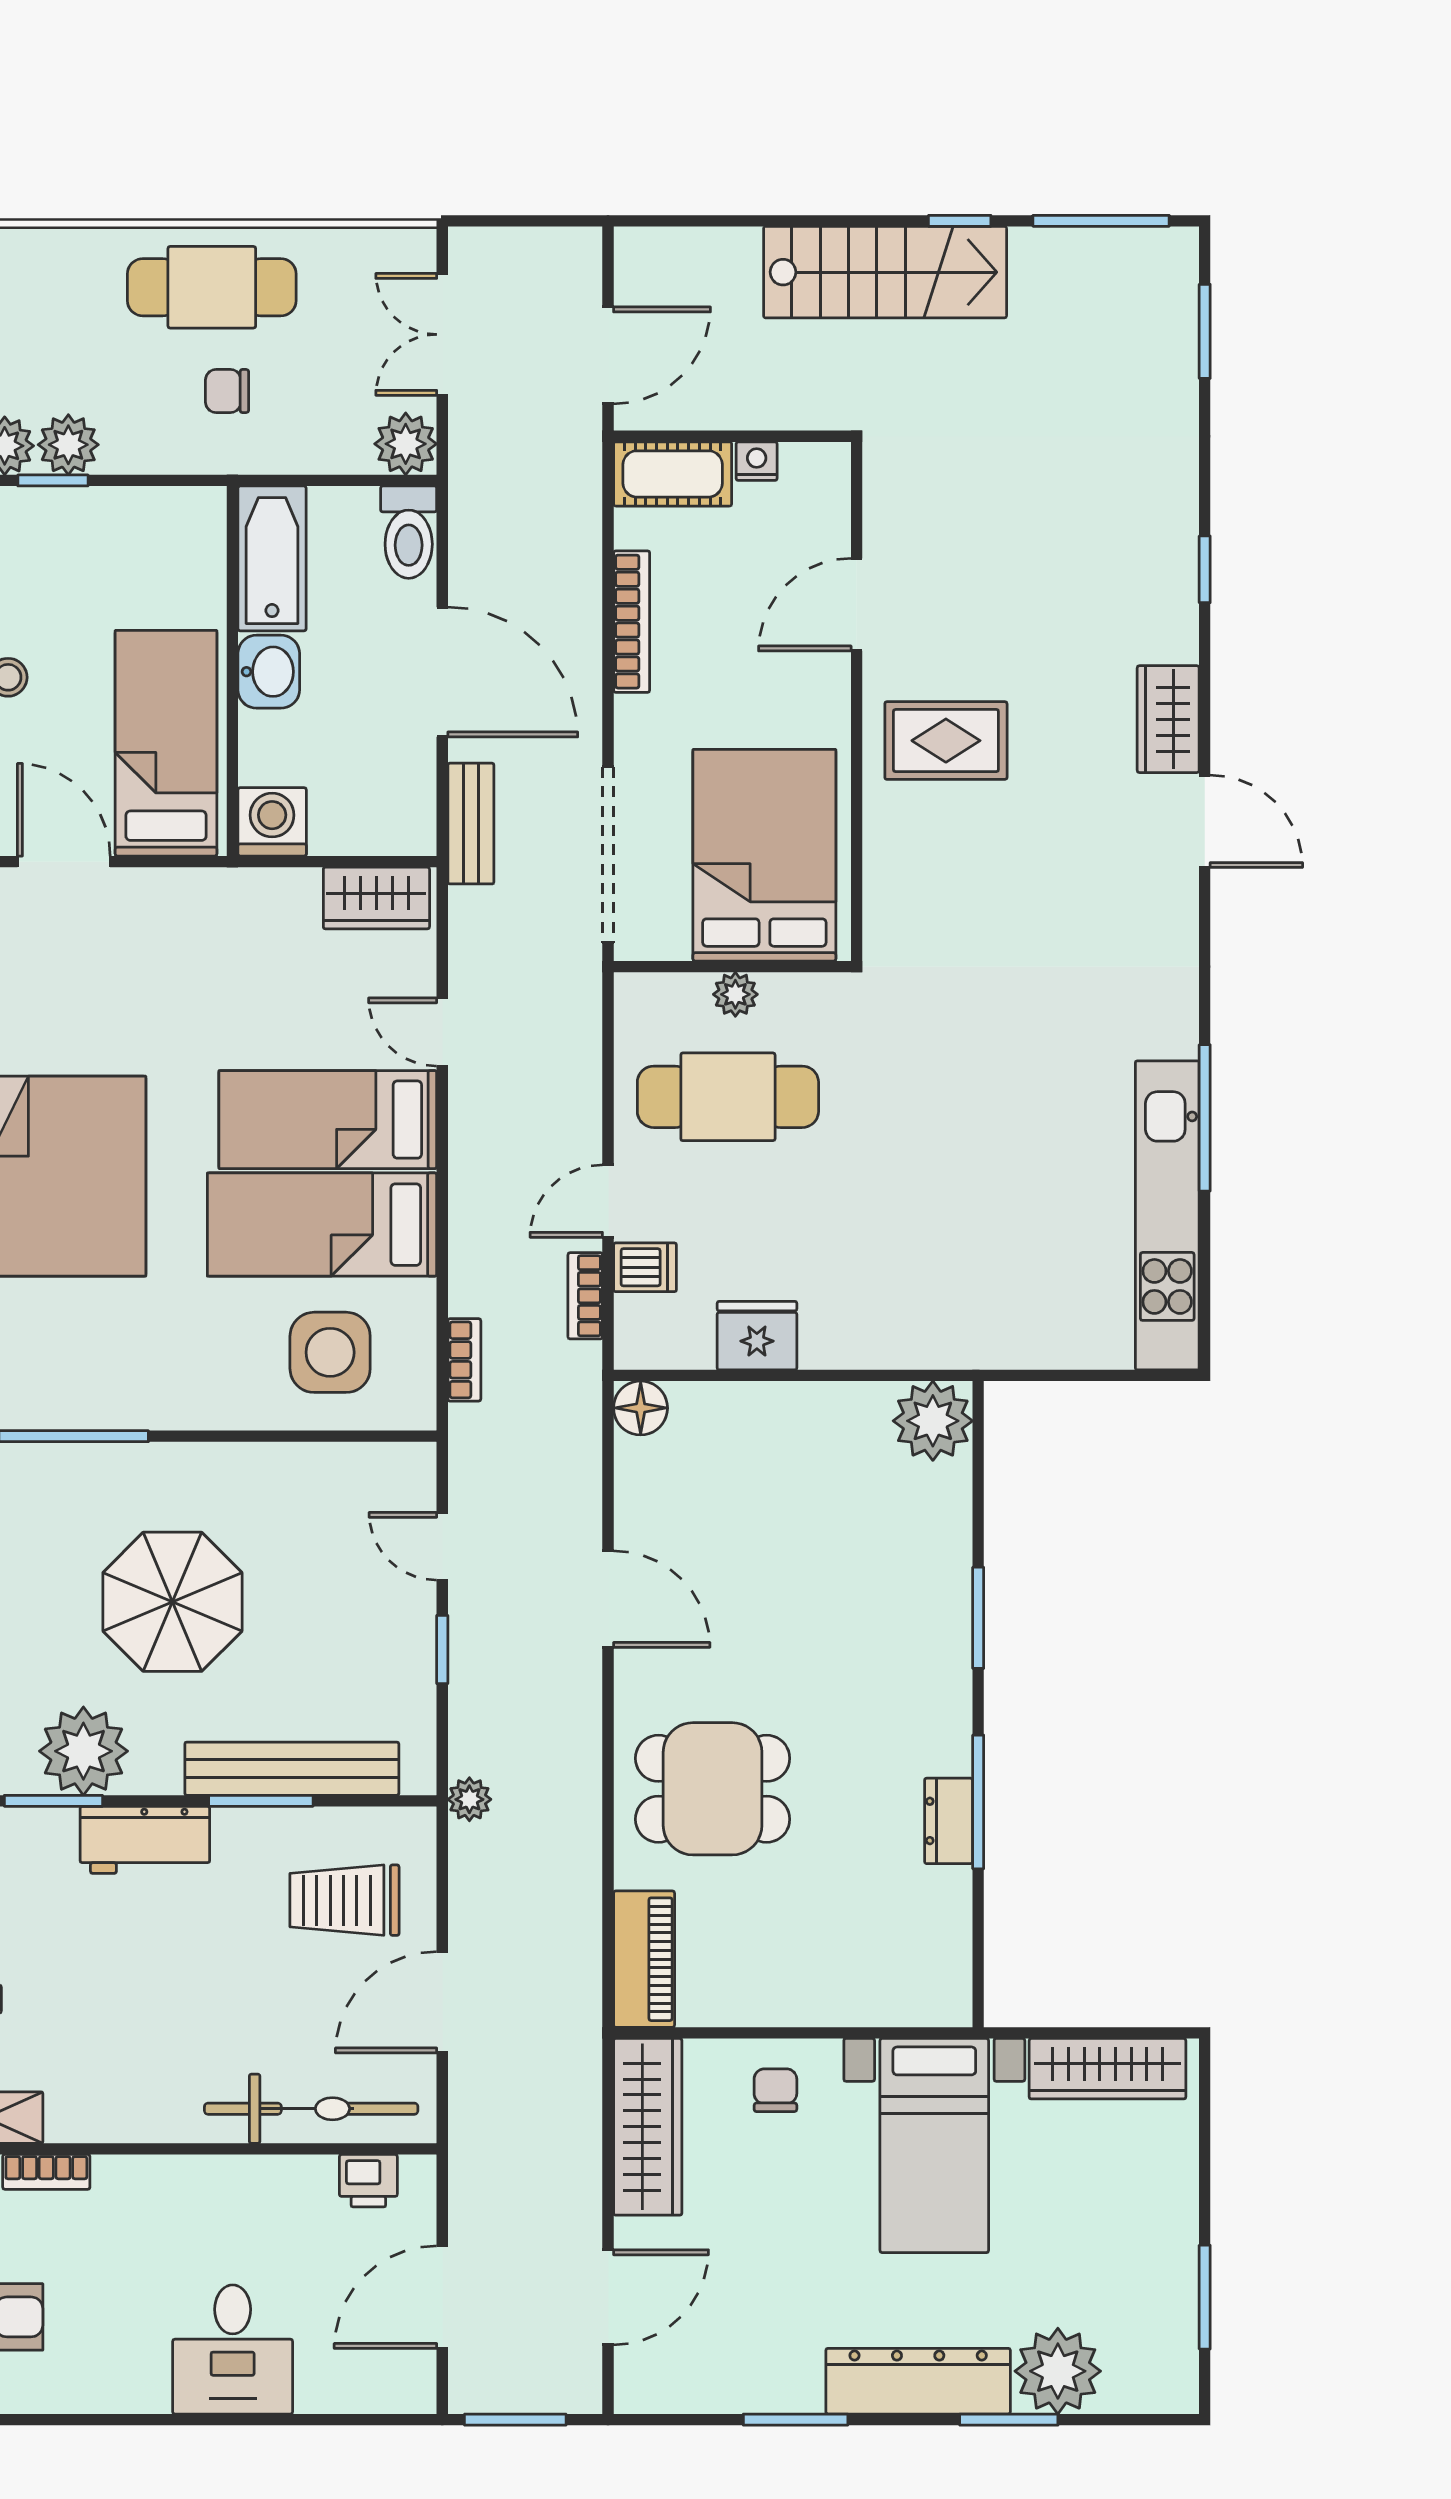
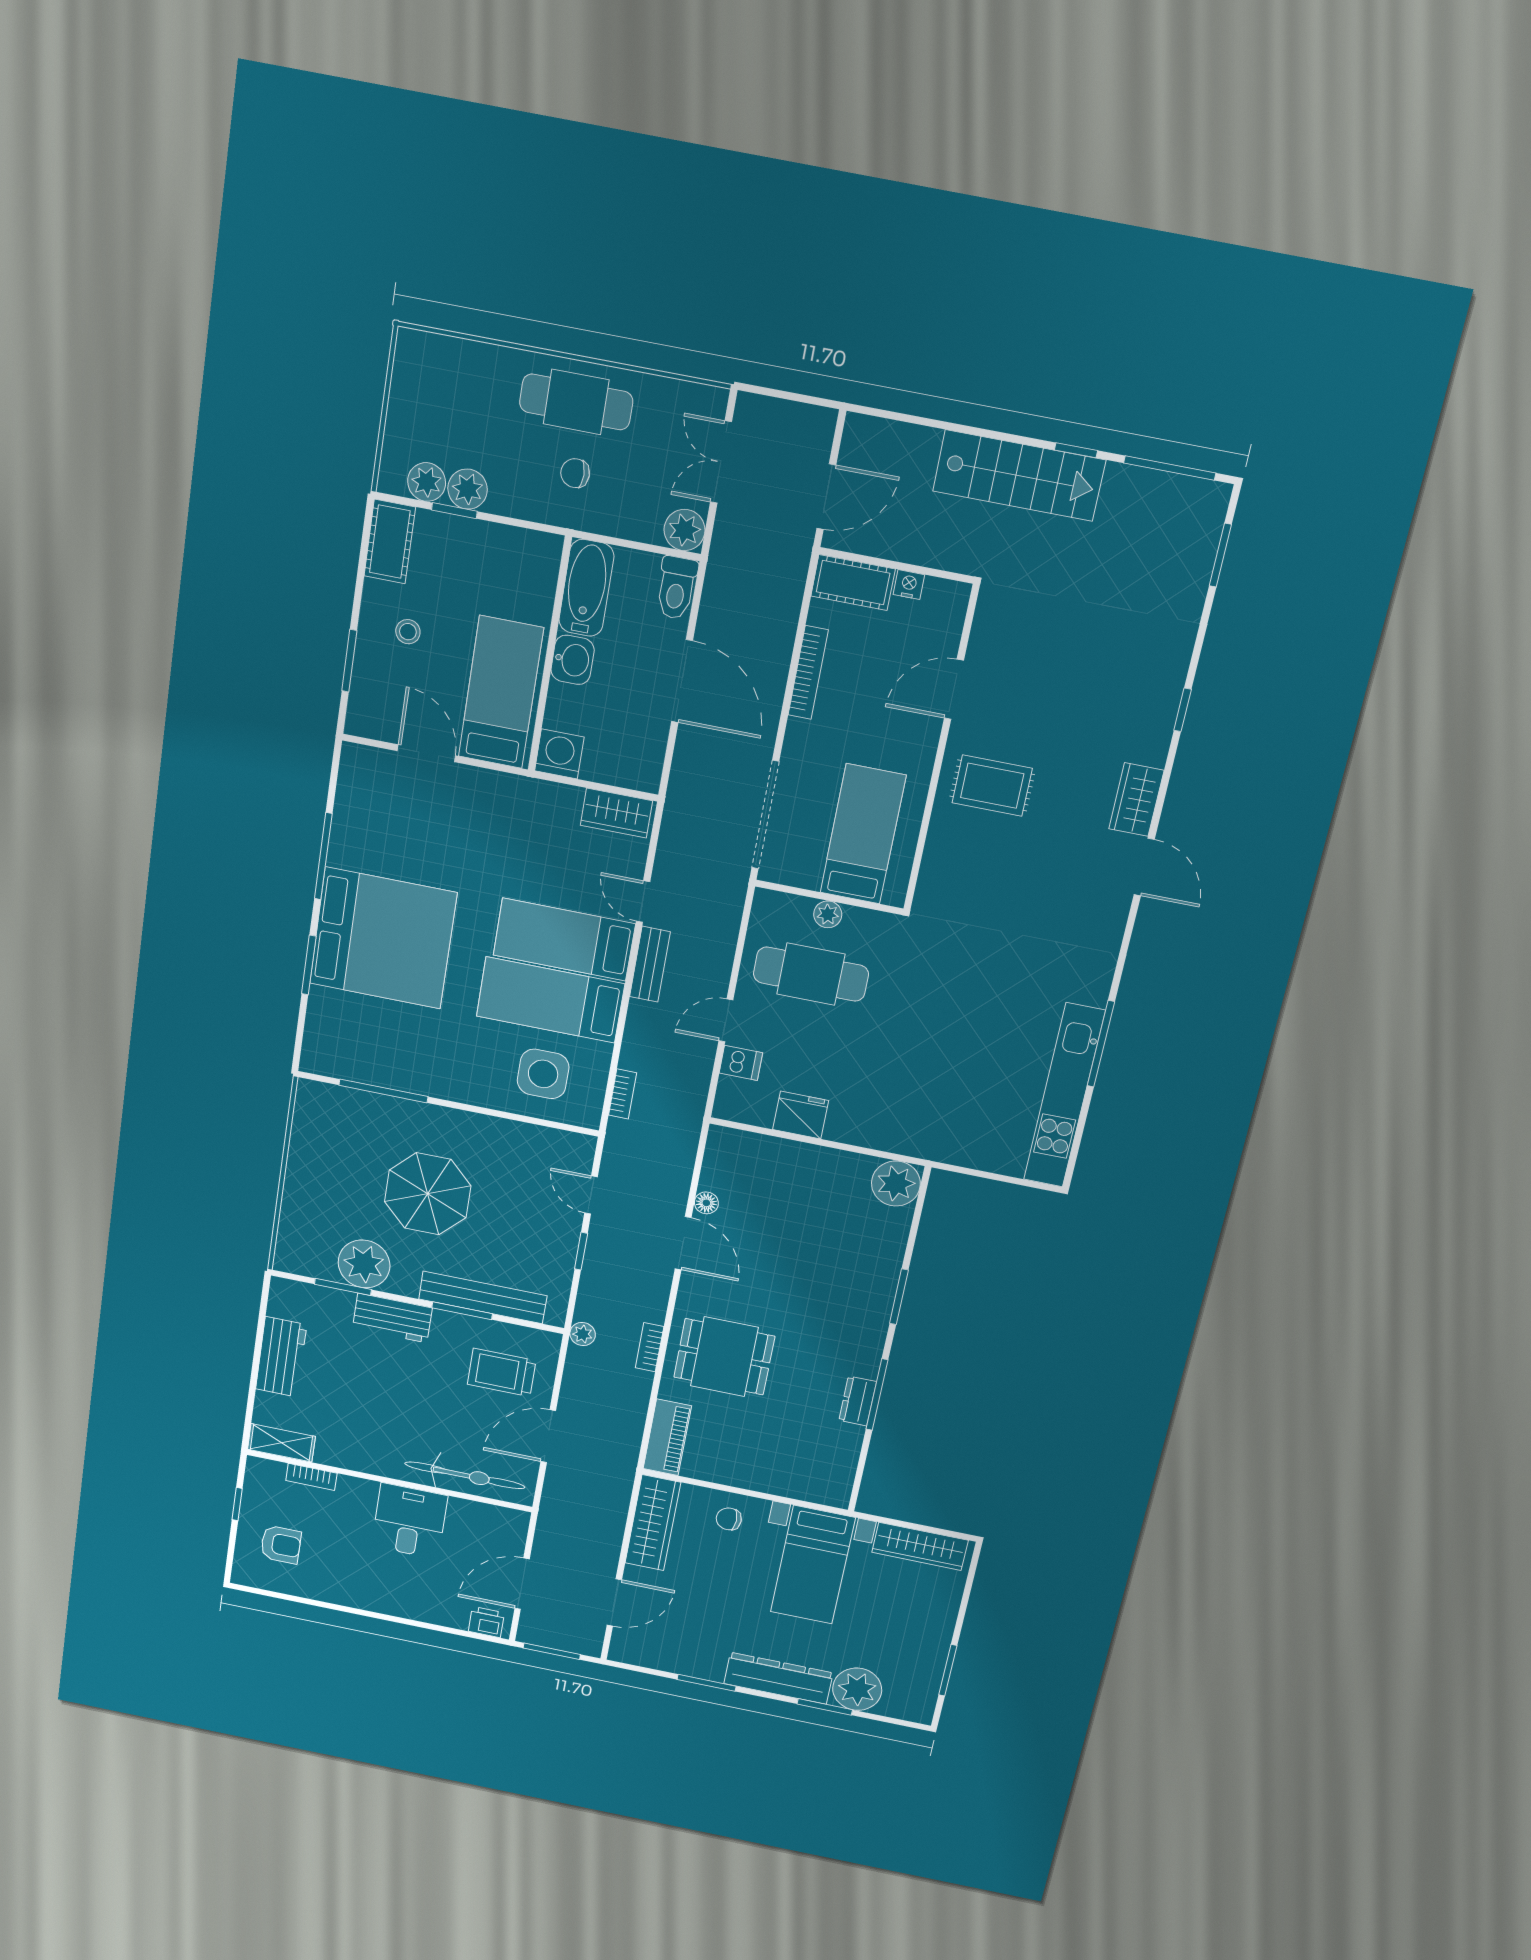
bench: (471, 824) -> (650, 964), moved
bed: (764, 855) -> (863, 834), width x0.67
bookcase: (585, 1296) -> (650, 1347), moved
floor lamp: (641, 1408) -> (706, 1203), moved, width x0.73, depth x0.73
chair: (775, 2090) -> (729, 1519), turned -90
printer: (368, 2181) -> (486, 1622), moved, turned 180
desk: (233, 2349) -> (410, 1521), moved, turned 180

